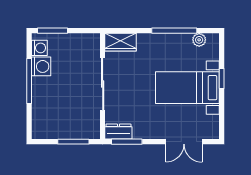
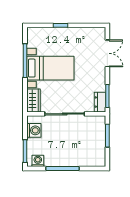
plant: (199, 40) -> (32, 42), removed
washing machine: (41, 66) -> (34, 130), moved, turned 90
bed with nightstands: (187, 88) -> (50, 68), moved, turned -90

